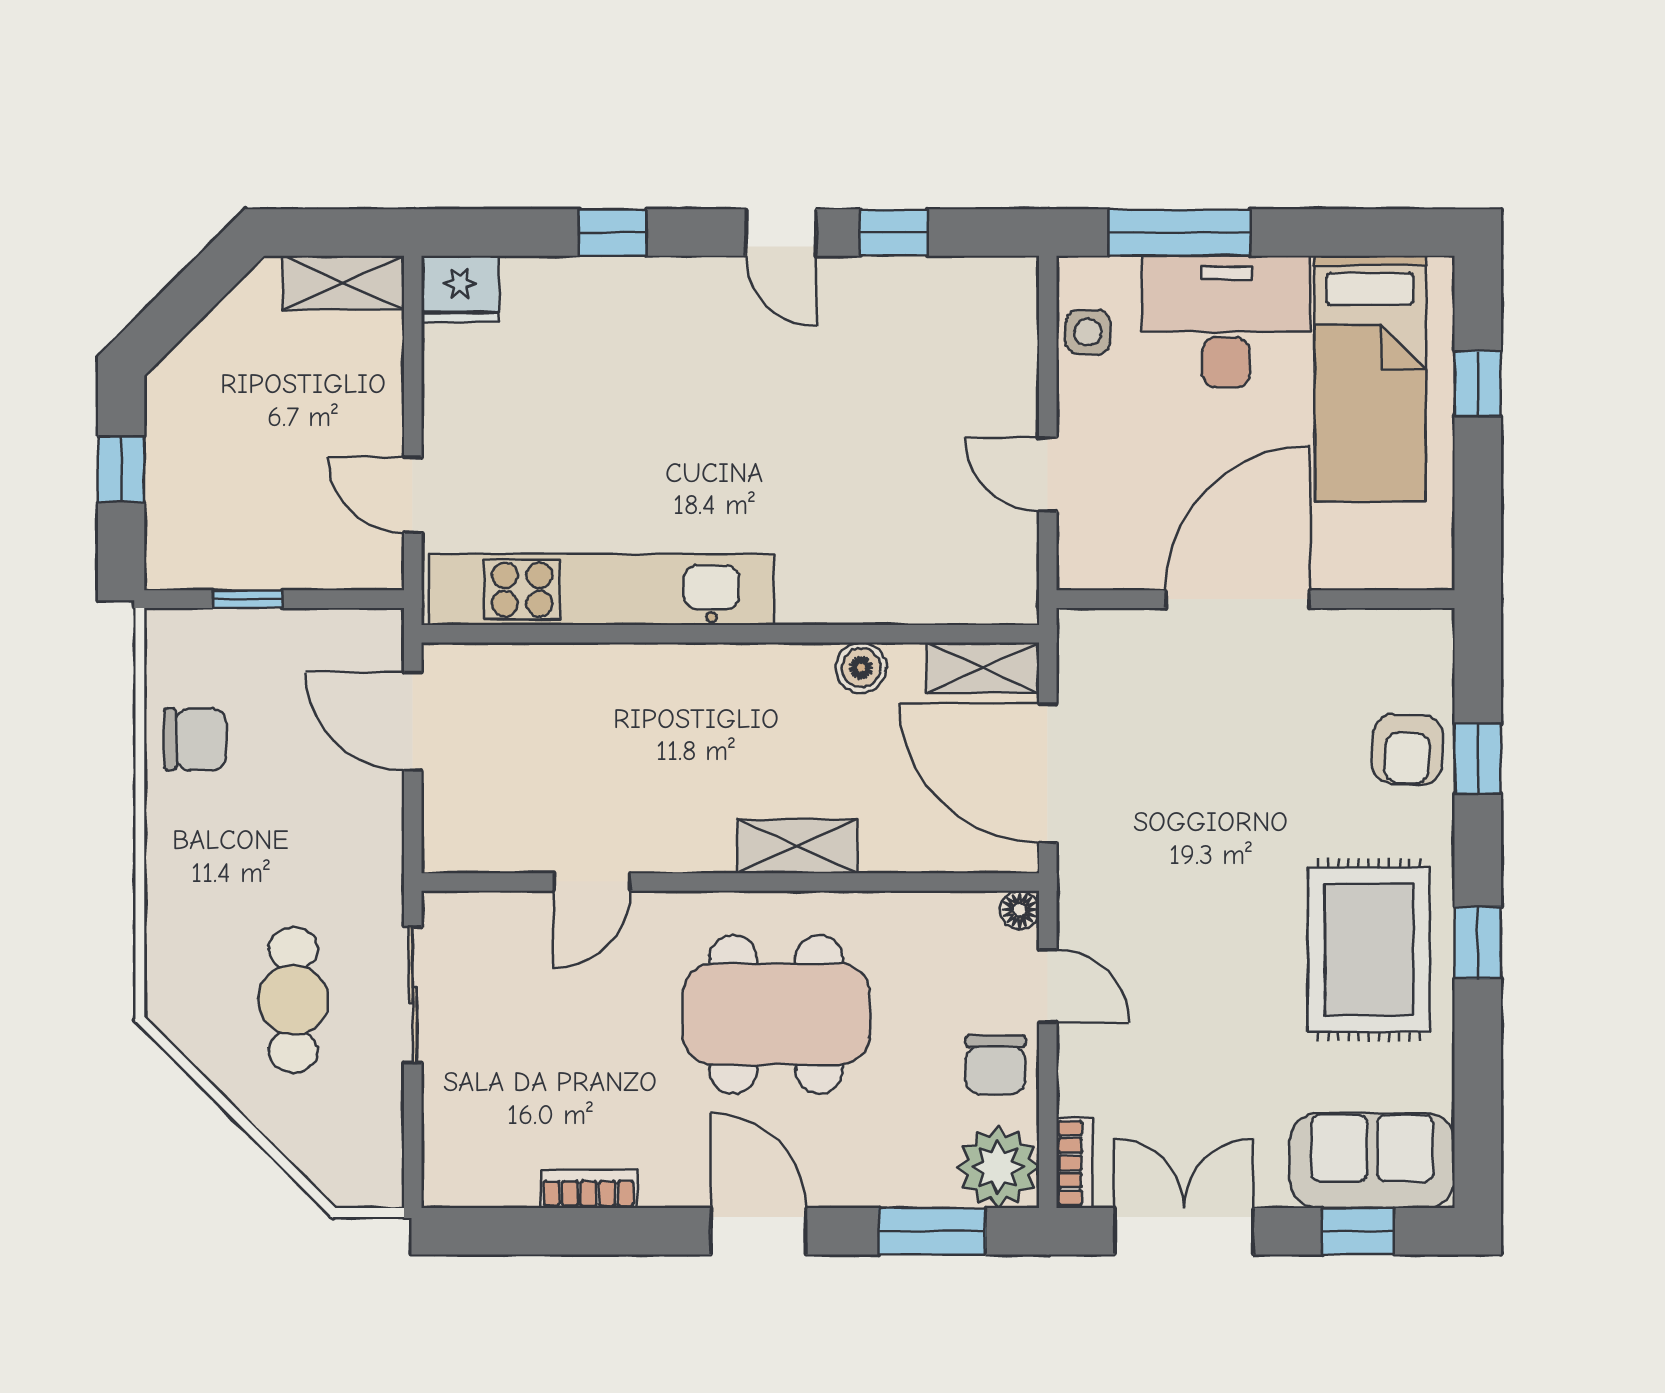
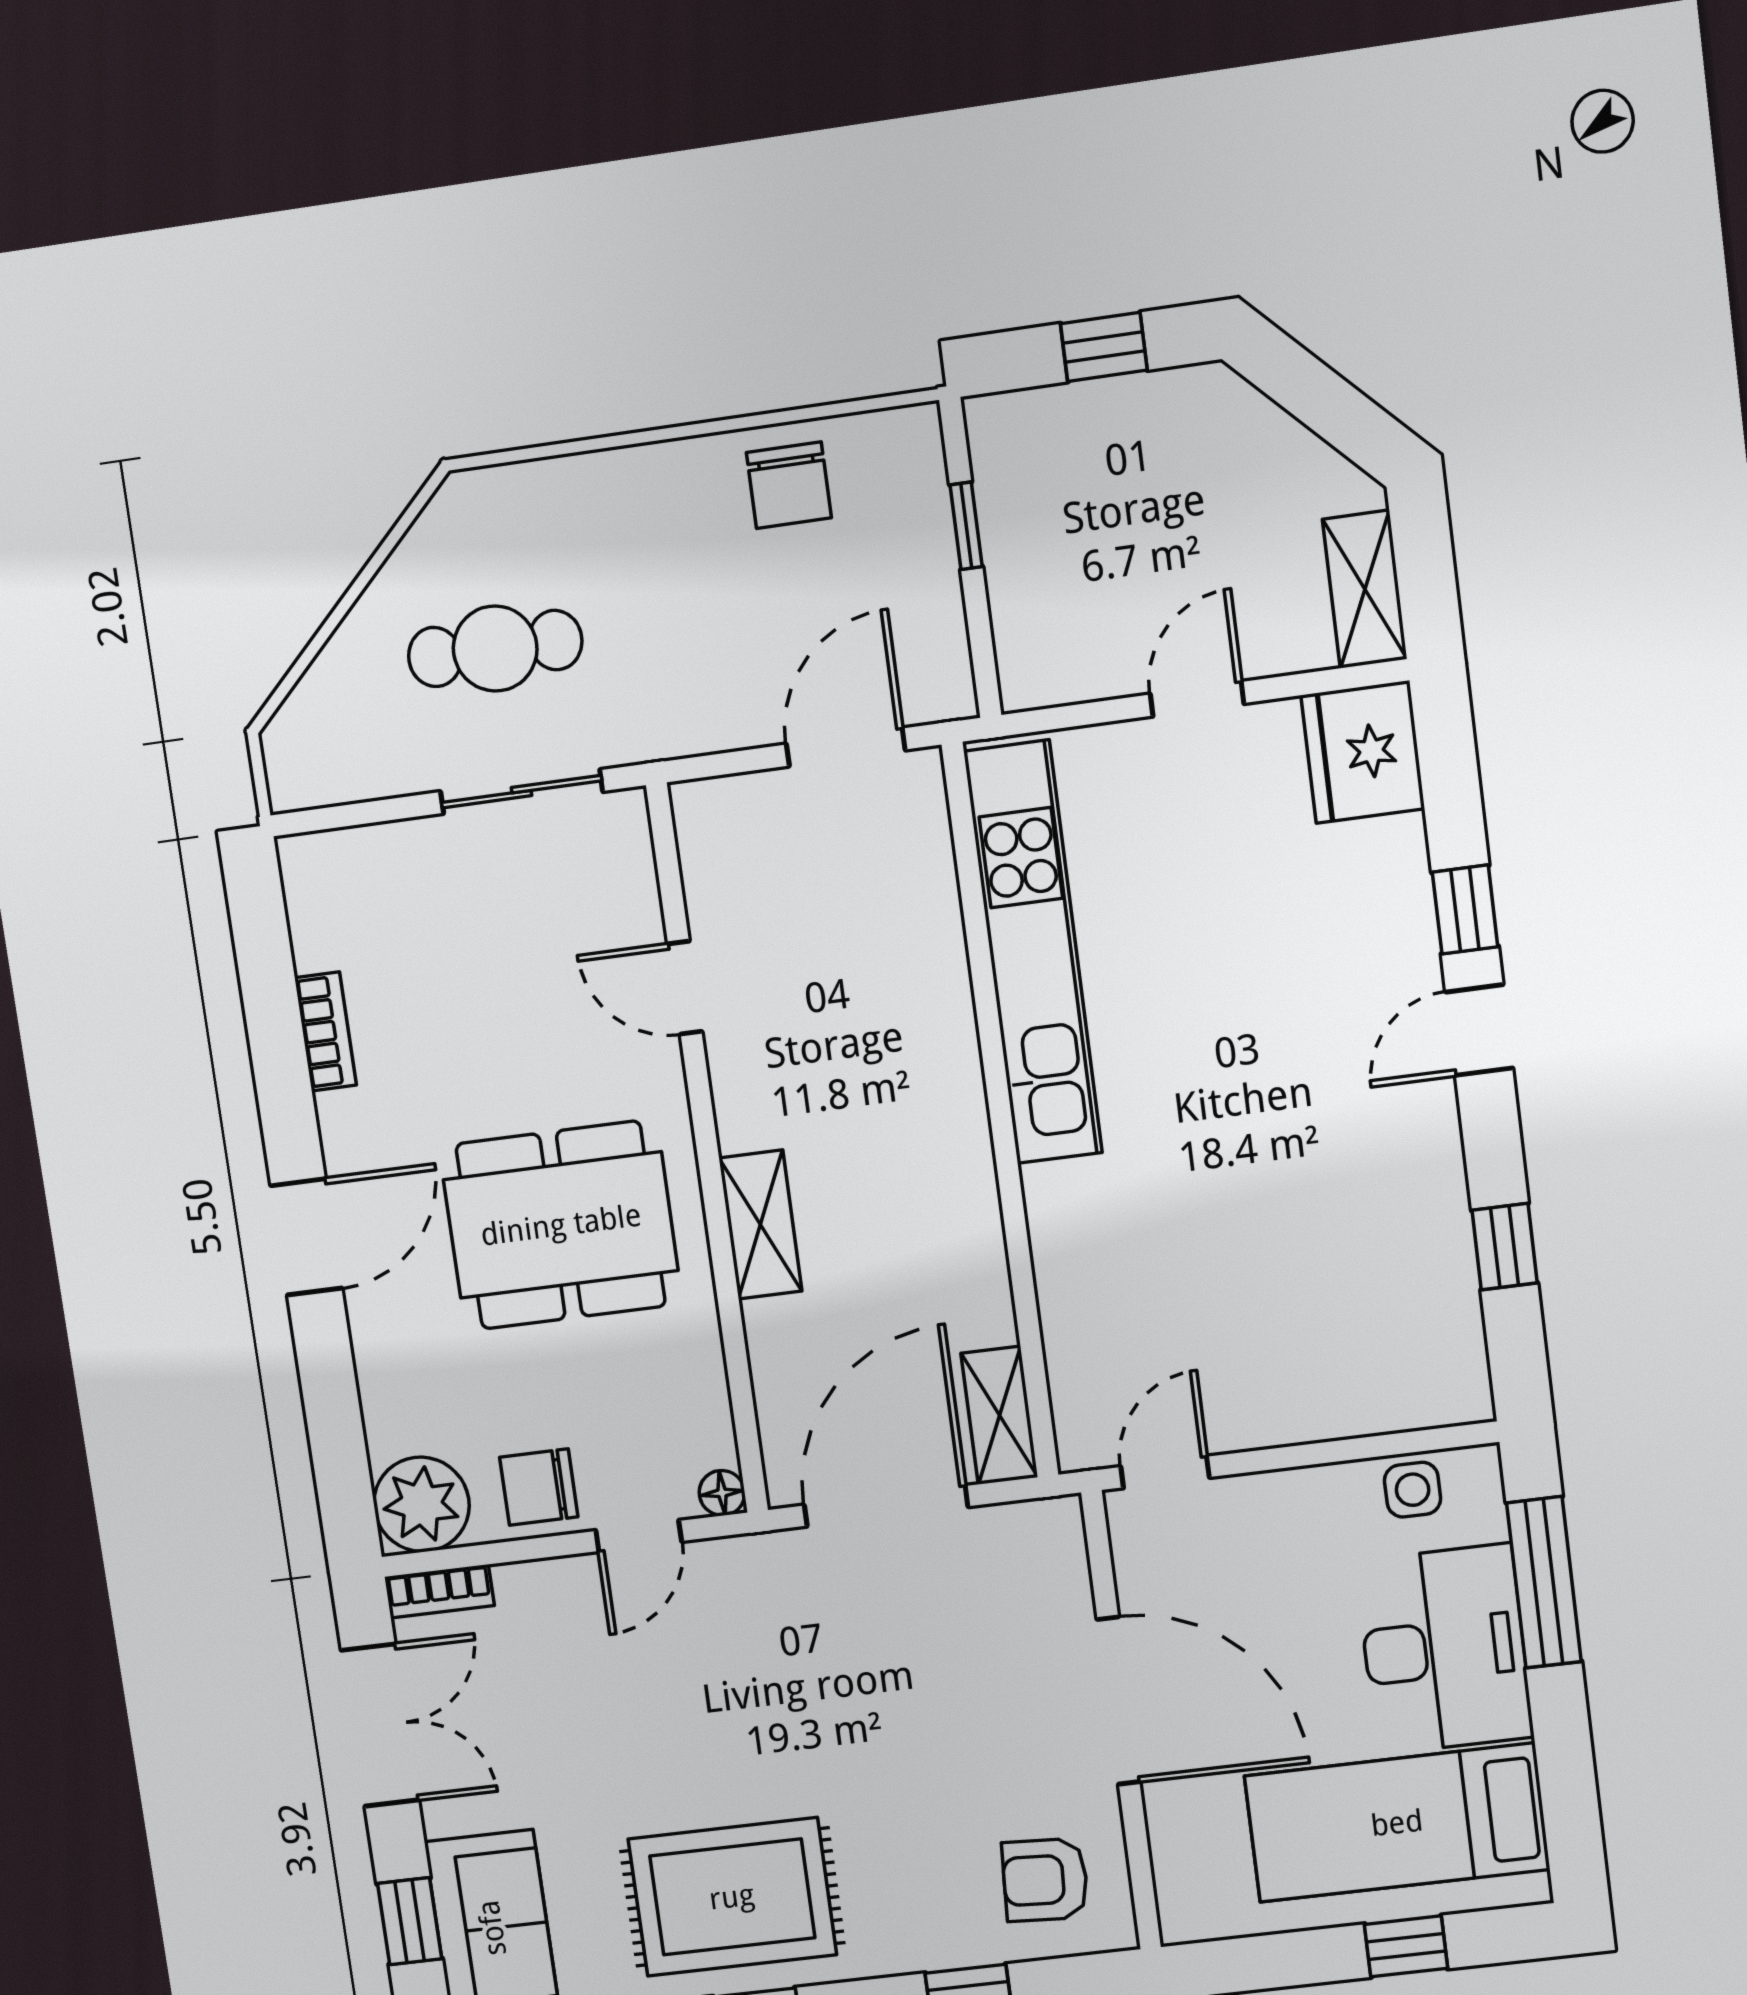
door: (781, 233) -> (1479, 1030), moved
fridge: (460, 289) -> (1363, 752), width x1.36, depth x1.34
door: (1048, 474) -> (1165, 1472), moved
door: (413, 495) -> (1197, 699), moved
boiler: (861, 668) -> (981, 1273), removed
armchair: (1407, 750) -> (1045, 1880), moved
dining table: (776, 1014) -> (561, 1225), turned 90
window: (932, 1231) -> (337, 1438), removed

